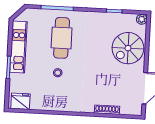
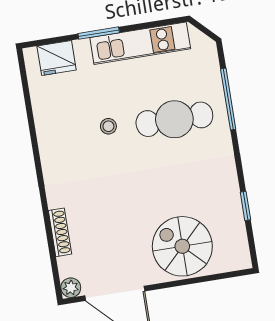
plant: (142, 19) -> (71, 288), moved
fridge: (20, 101) -> (57, 58), moved, turned 90

